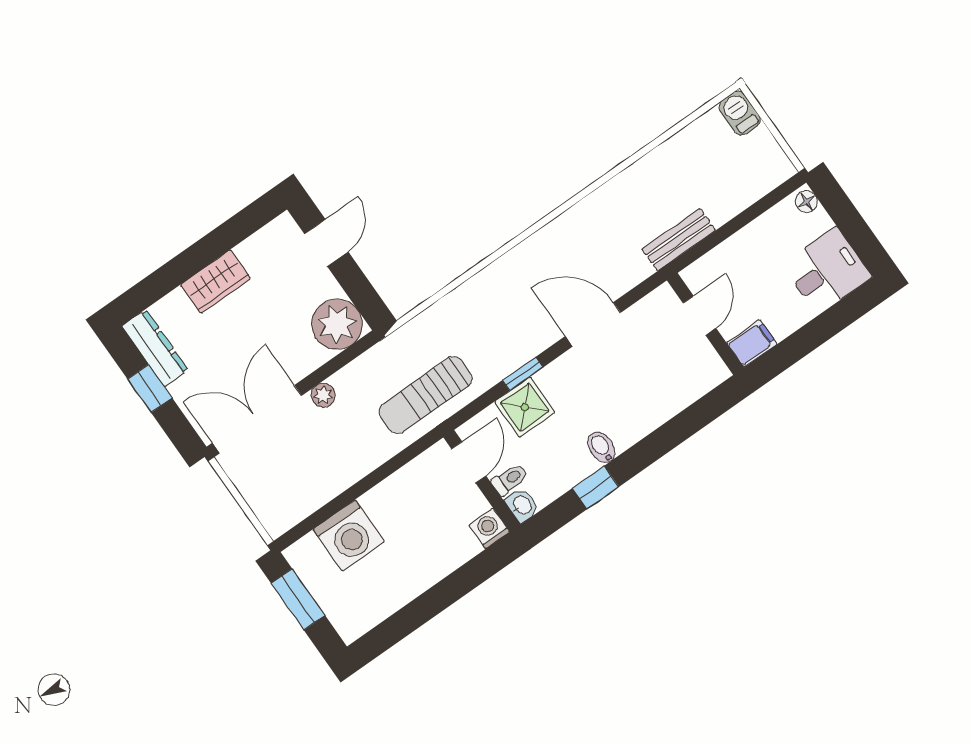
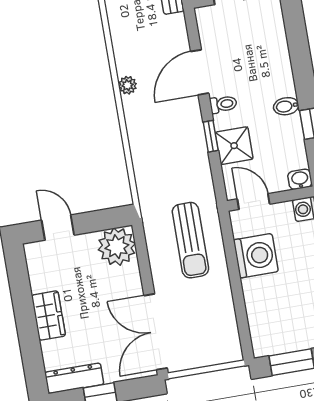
plant: (323, 395) -> (128, 85), moved
sun lounger: (425, 395) -> (190, 240), moved
toilet: (510, 479) -> (223, 104), moved, turned 90
washing machine: (349, 536) -> (256, 256), moved

